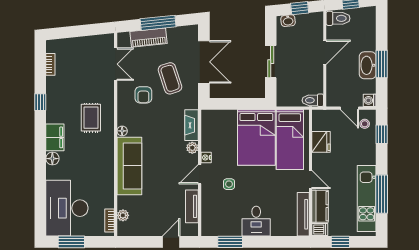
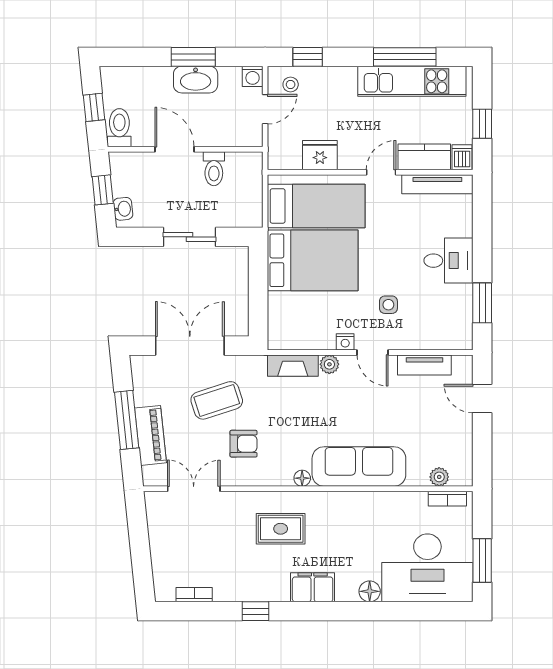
toilet: (313, 100) -> (214, 169), moved
floor lamp: (52, 159) -> (370, 591), moved

